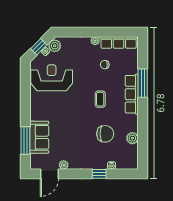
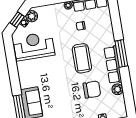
window: (143, 83) -> (121, 54), moved
row of seats: (132, 94) -> (113, 65), moved
coffee table: (100, 99) -> (82, 58), width x1.86, depth x1.72

